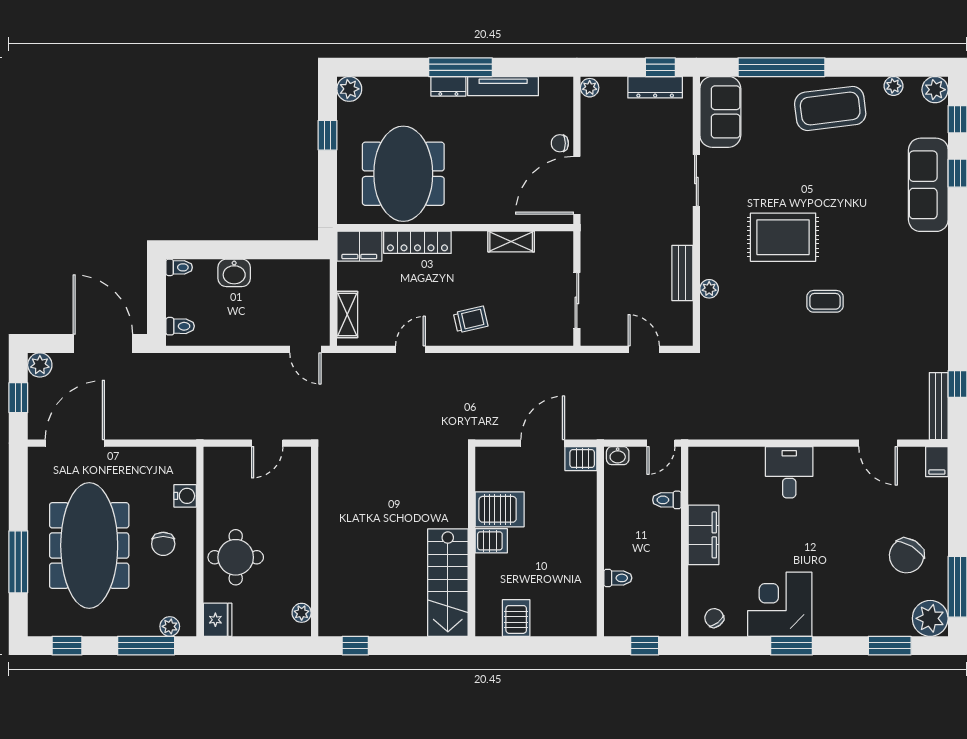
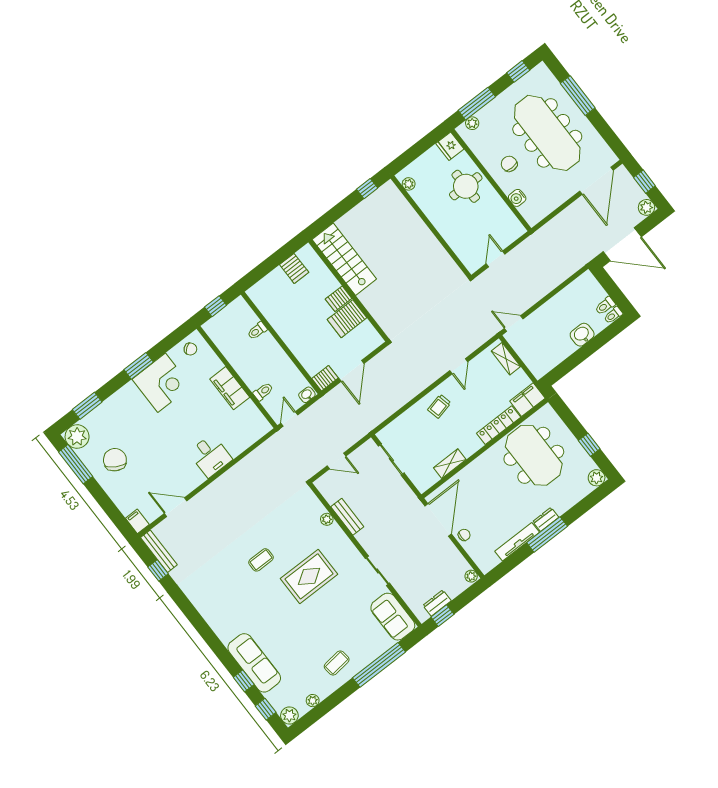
dresser: (655, 87) -> (437, 603), width x0.70
coffee table: (830, 108) -> (337, 663), width x0.54, depth x0.58
toilet: (180, 326) -> (605, 306), moved

